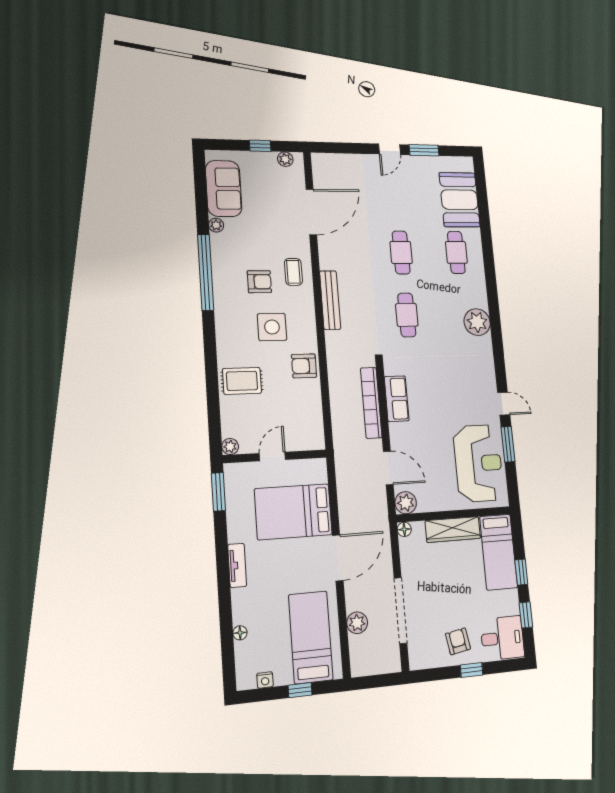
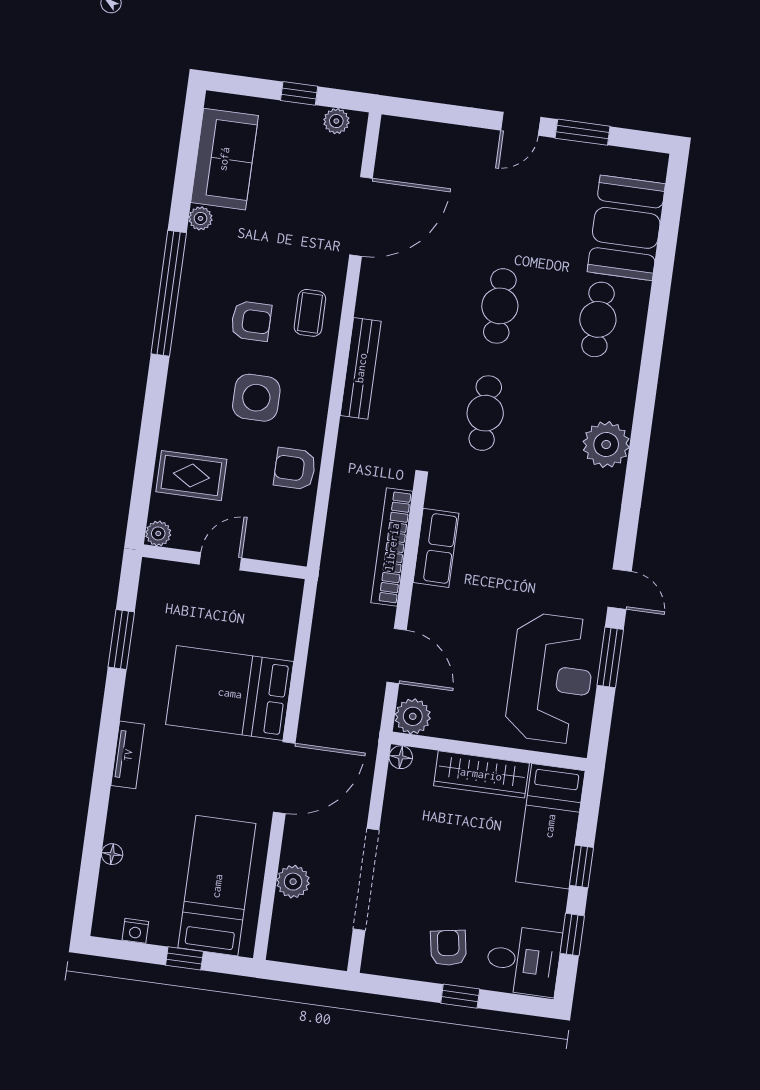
plant: (230, 447) -> (158, 533), moved
door: (272, 456) -> (220, 561), moved
wall: (275, 456) -> (224, 562), moved

